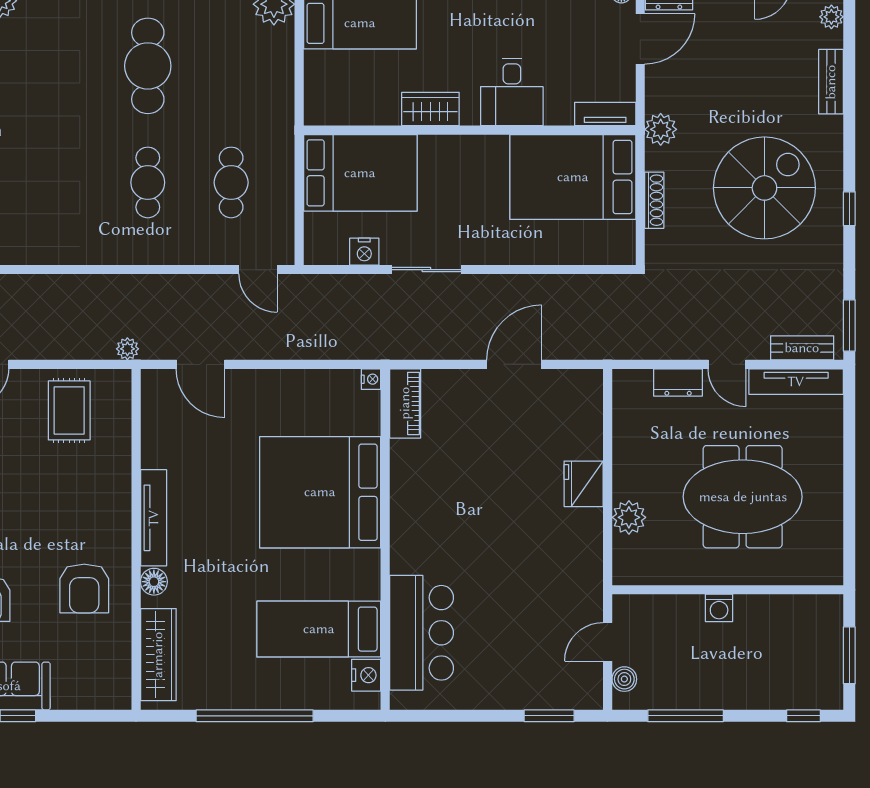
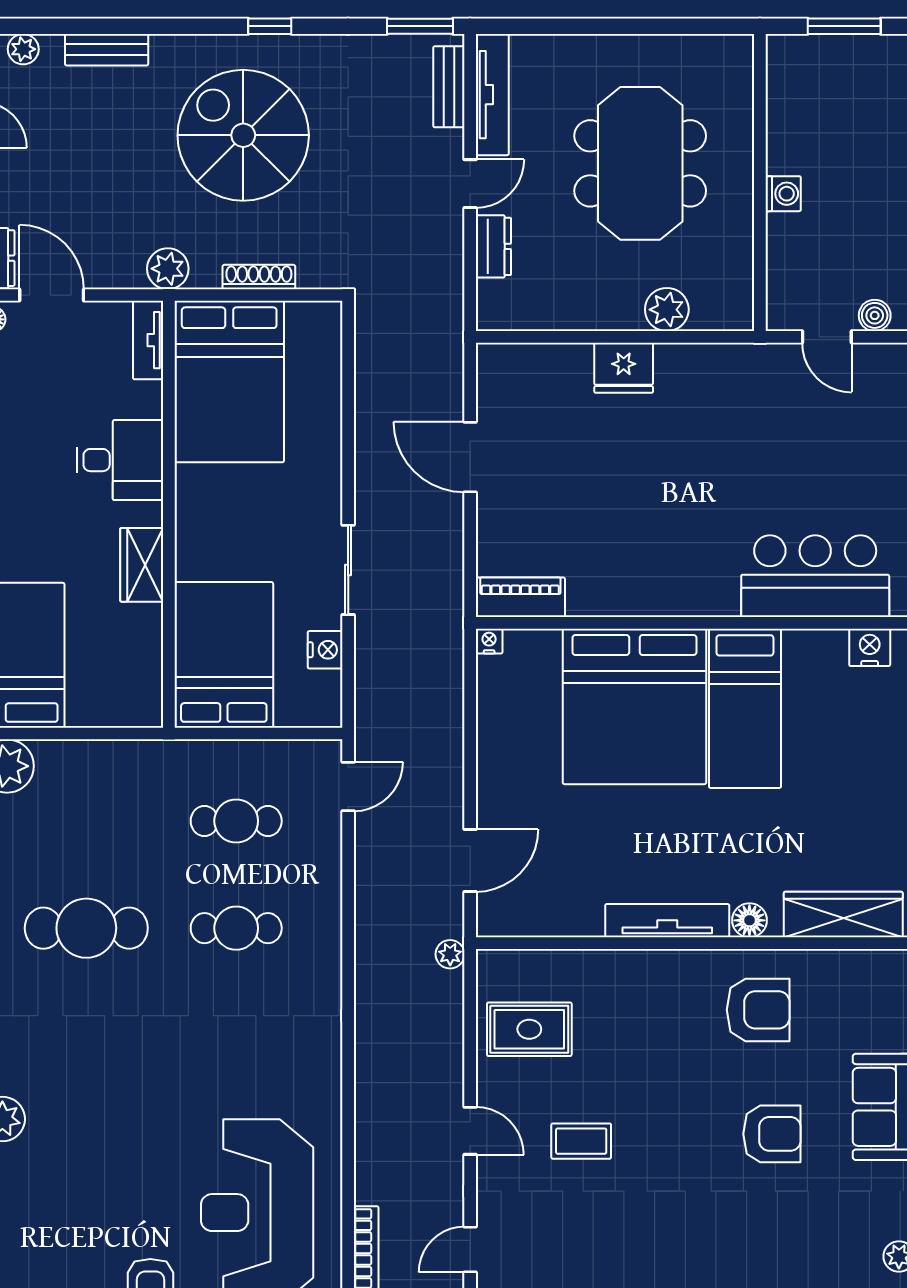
bed: (319, 629) -> (745, 708), moved

